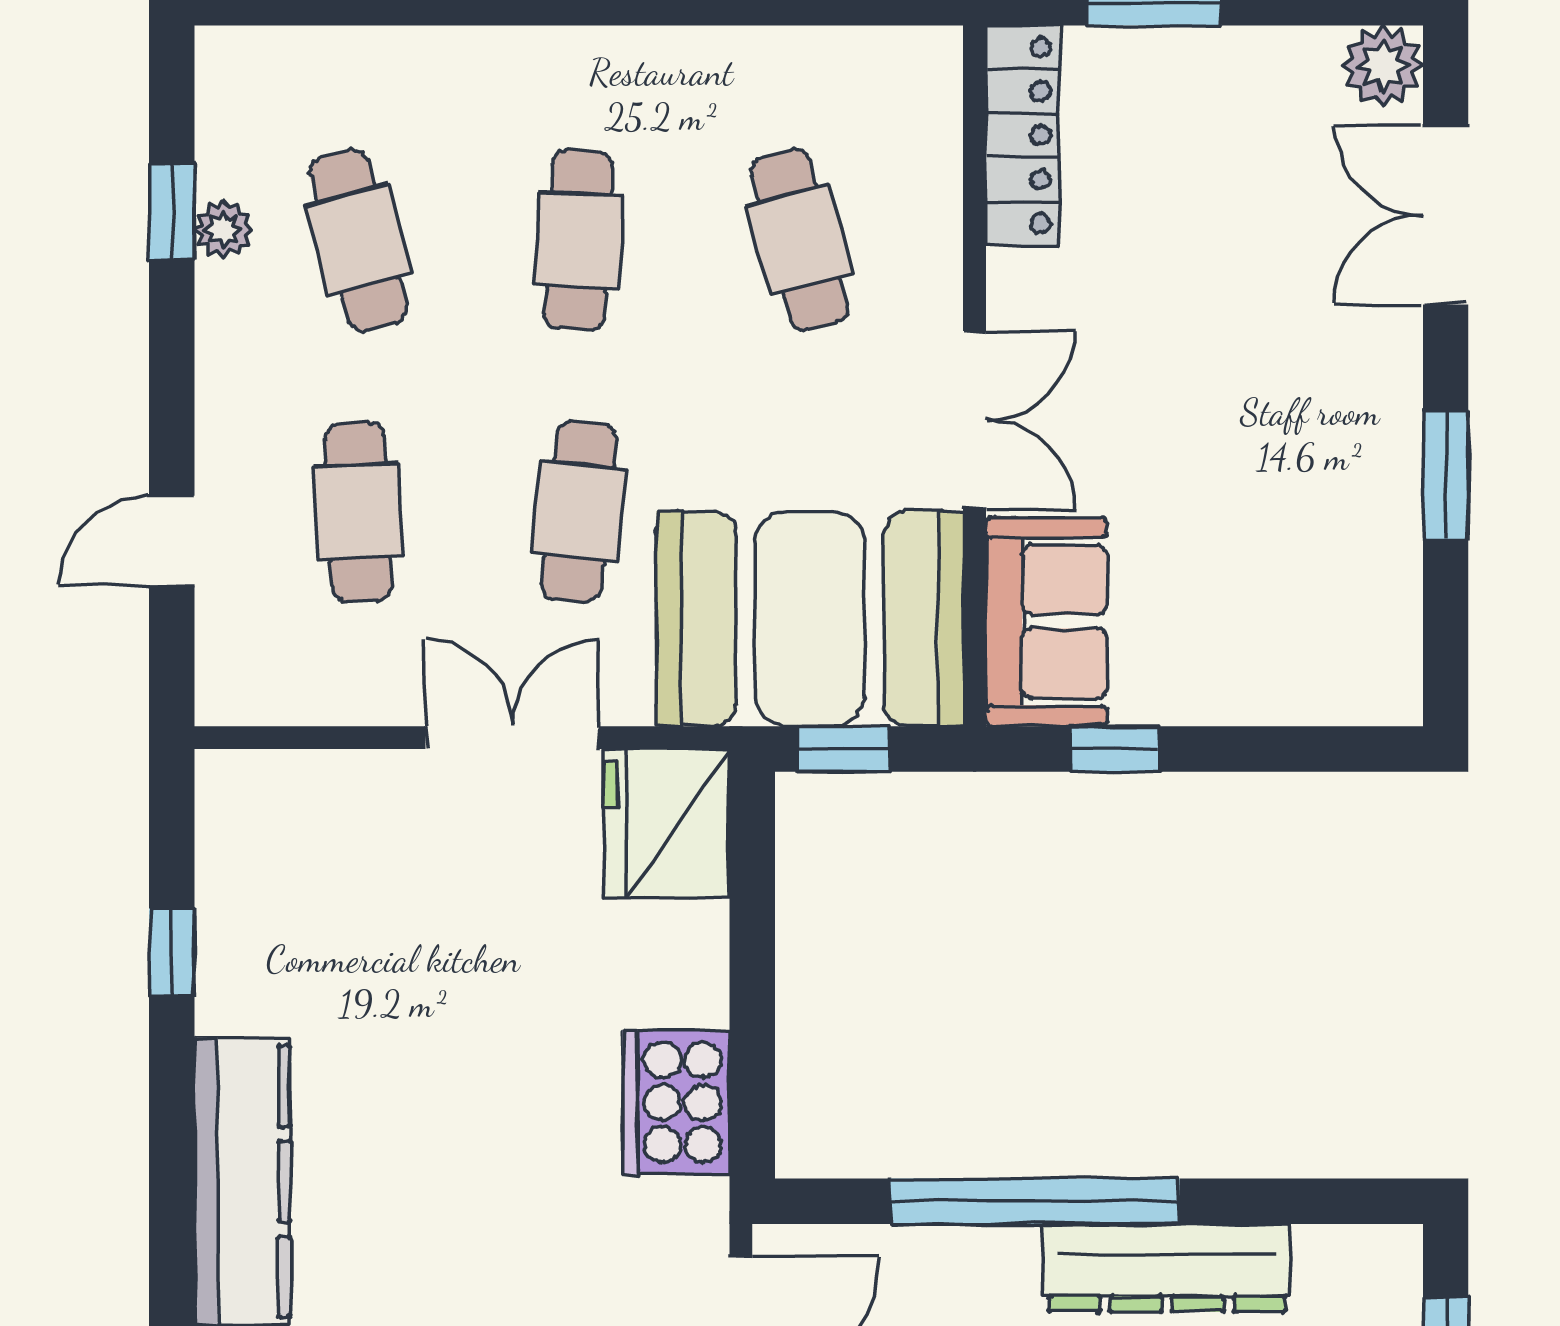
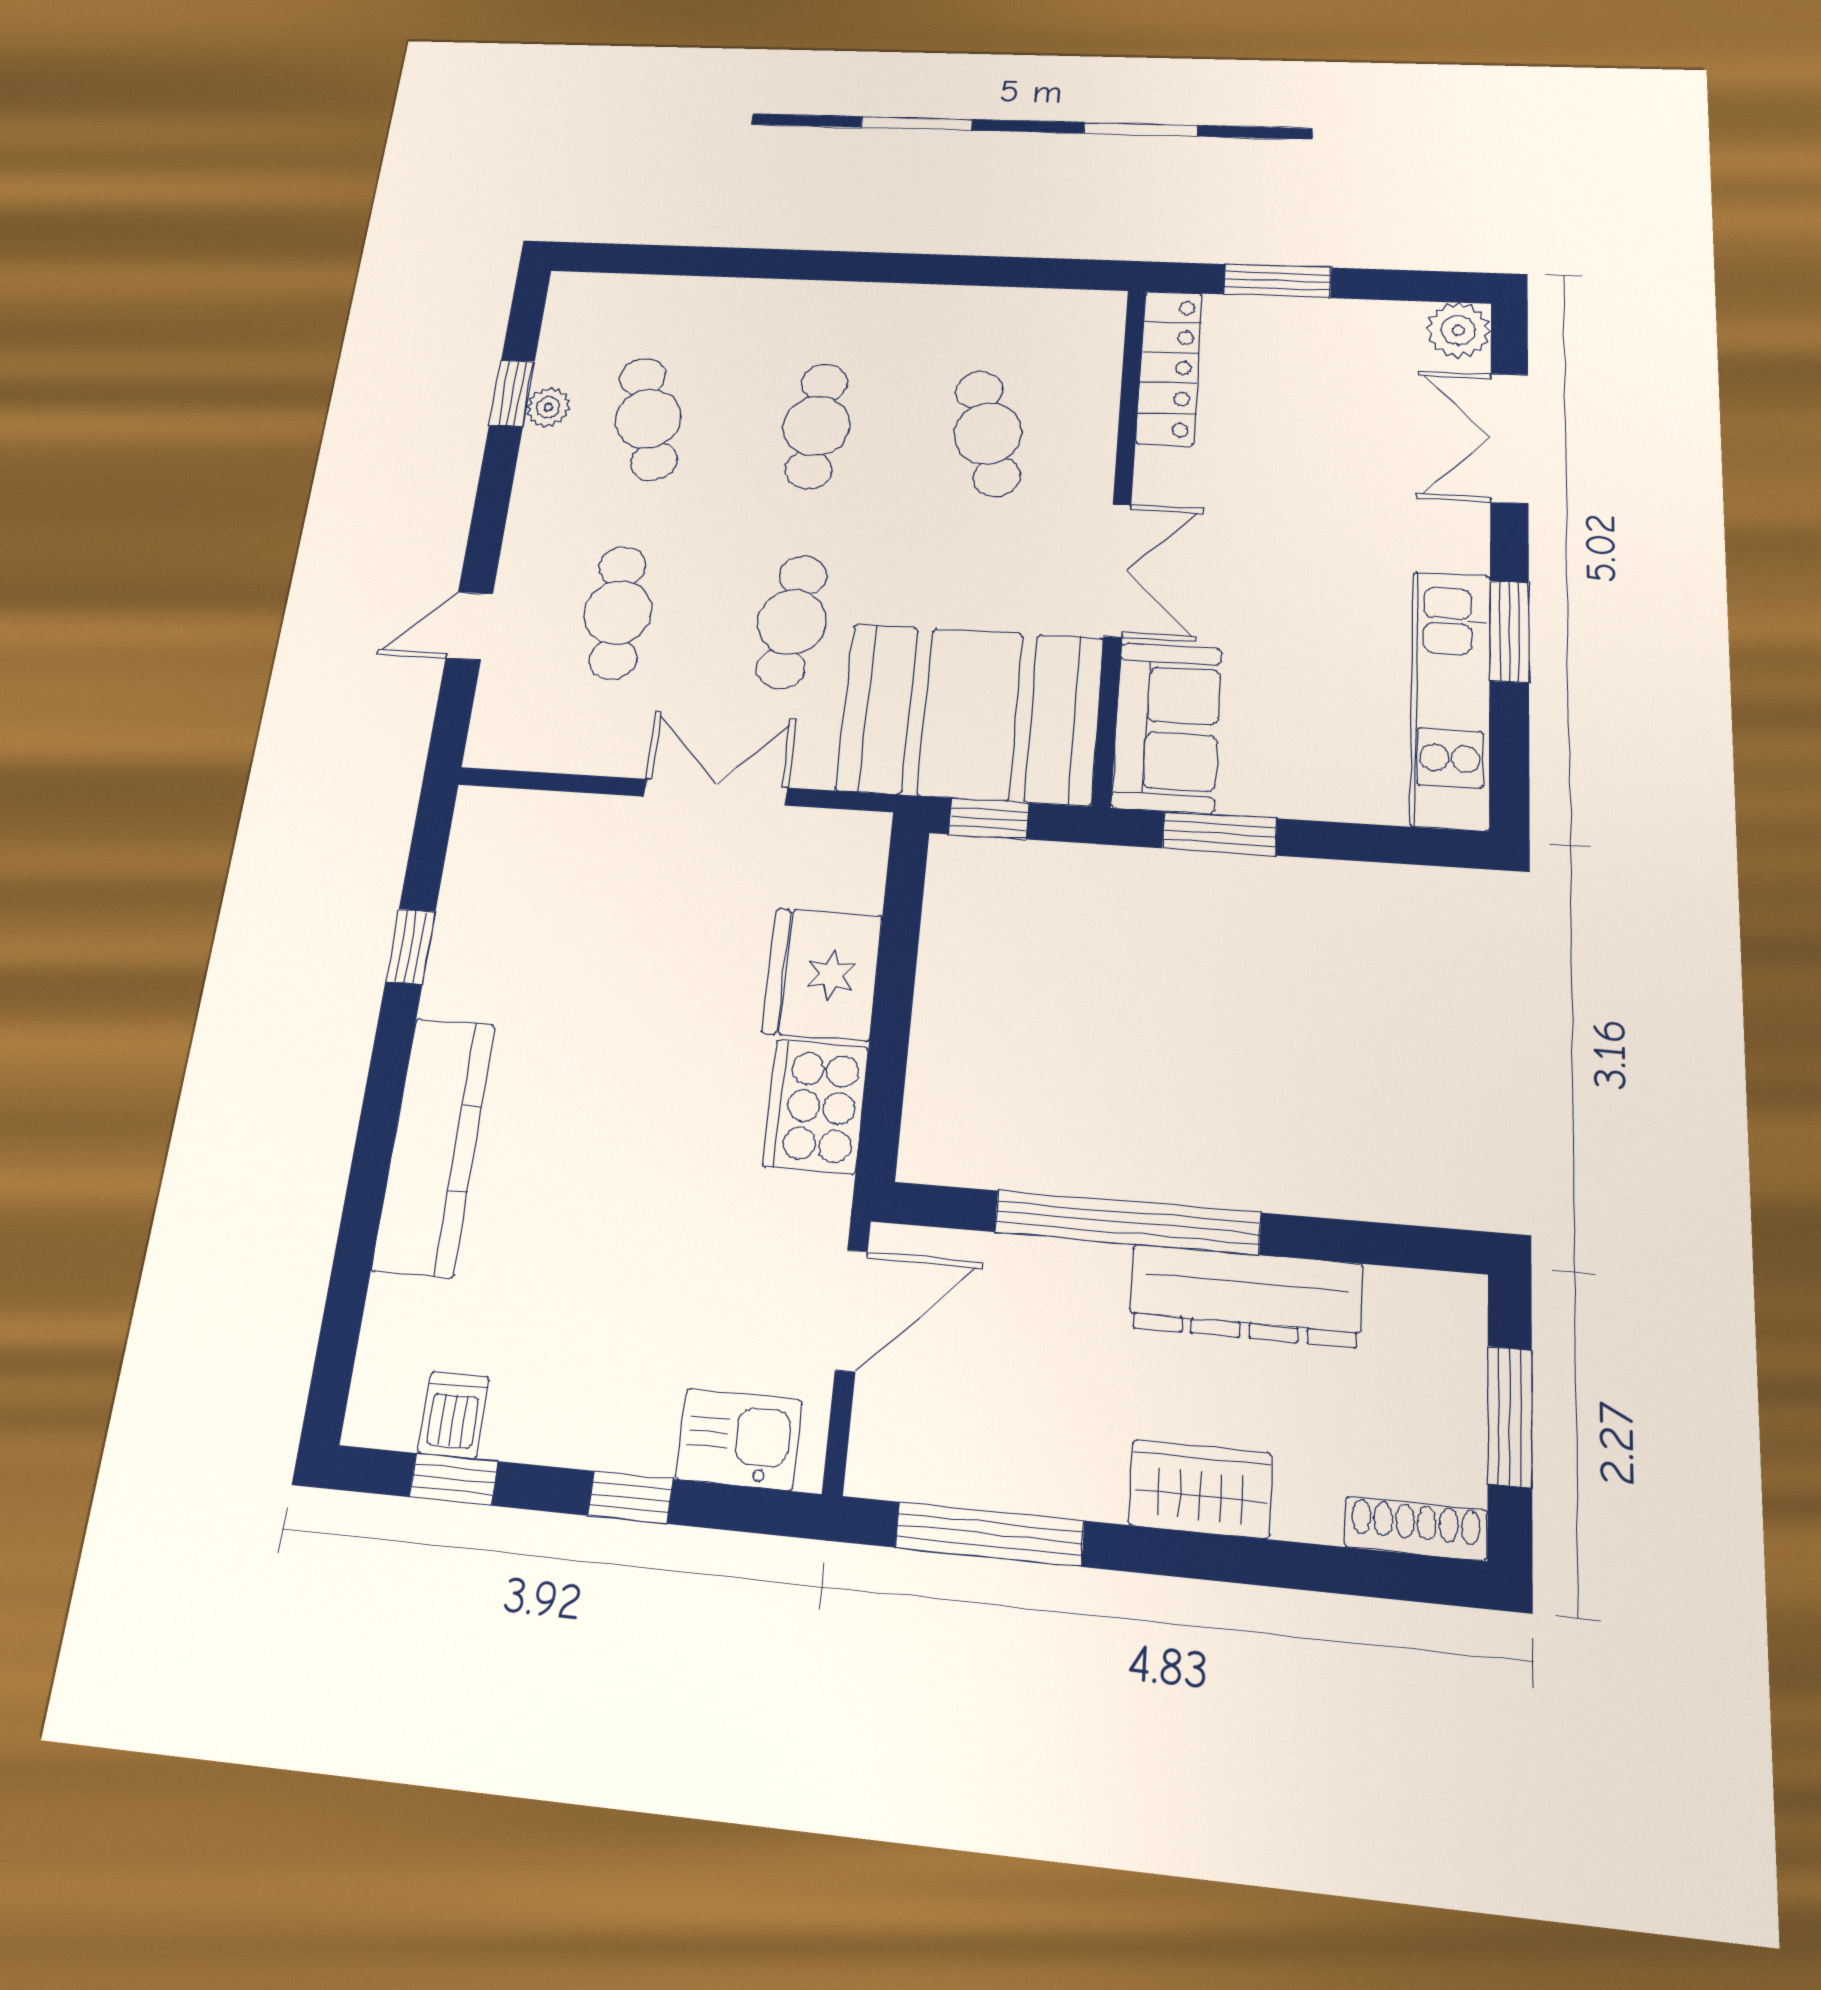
kitchen unit: (1378, 565) -> (1451, 699), added
window: (1114, 749) -> (1220, 833), width x1.50
fridge: (667, 823) -> (822, 974), moved

